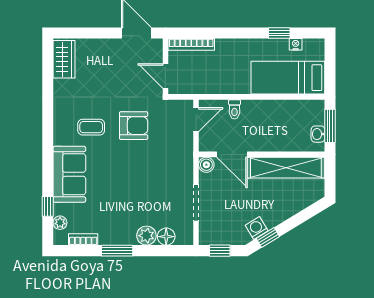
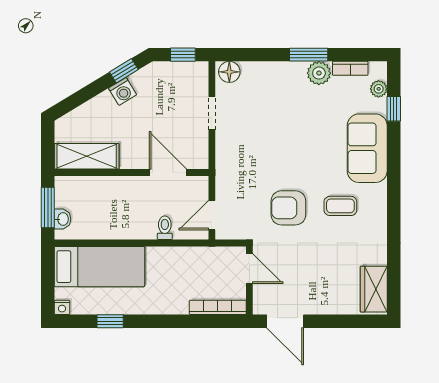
nightstand: (296, 44) -> (62, 307), moved
washbasin: (318, 134) -> (63, 219), moved
boiler: (206, 165) -> (199, 160), removed
shelving: (286, 168) -> (87, 156), width x0.68
doorway: (196, 203) -> (212, 113), width x0.73
washing machine: (257, 228) -> (123, 91), moved
plant: (146, 236) -> (319, 73), moved
floor lamp: (166, 237) -> (229, 72), moved

